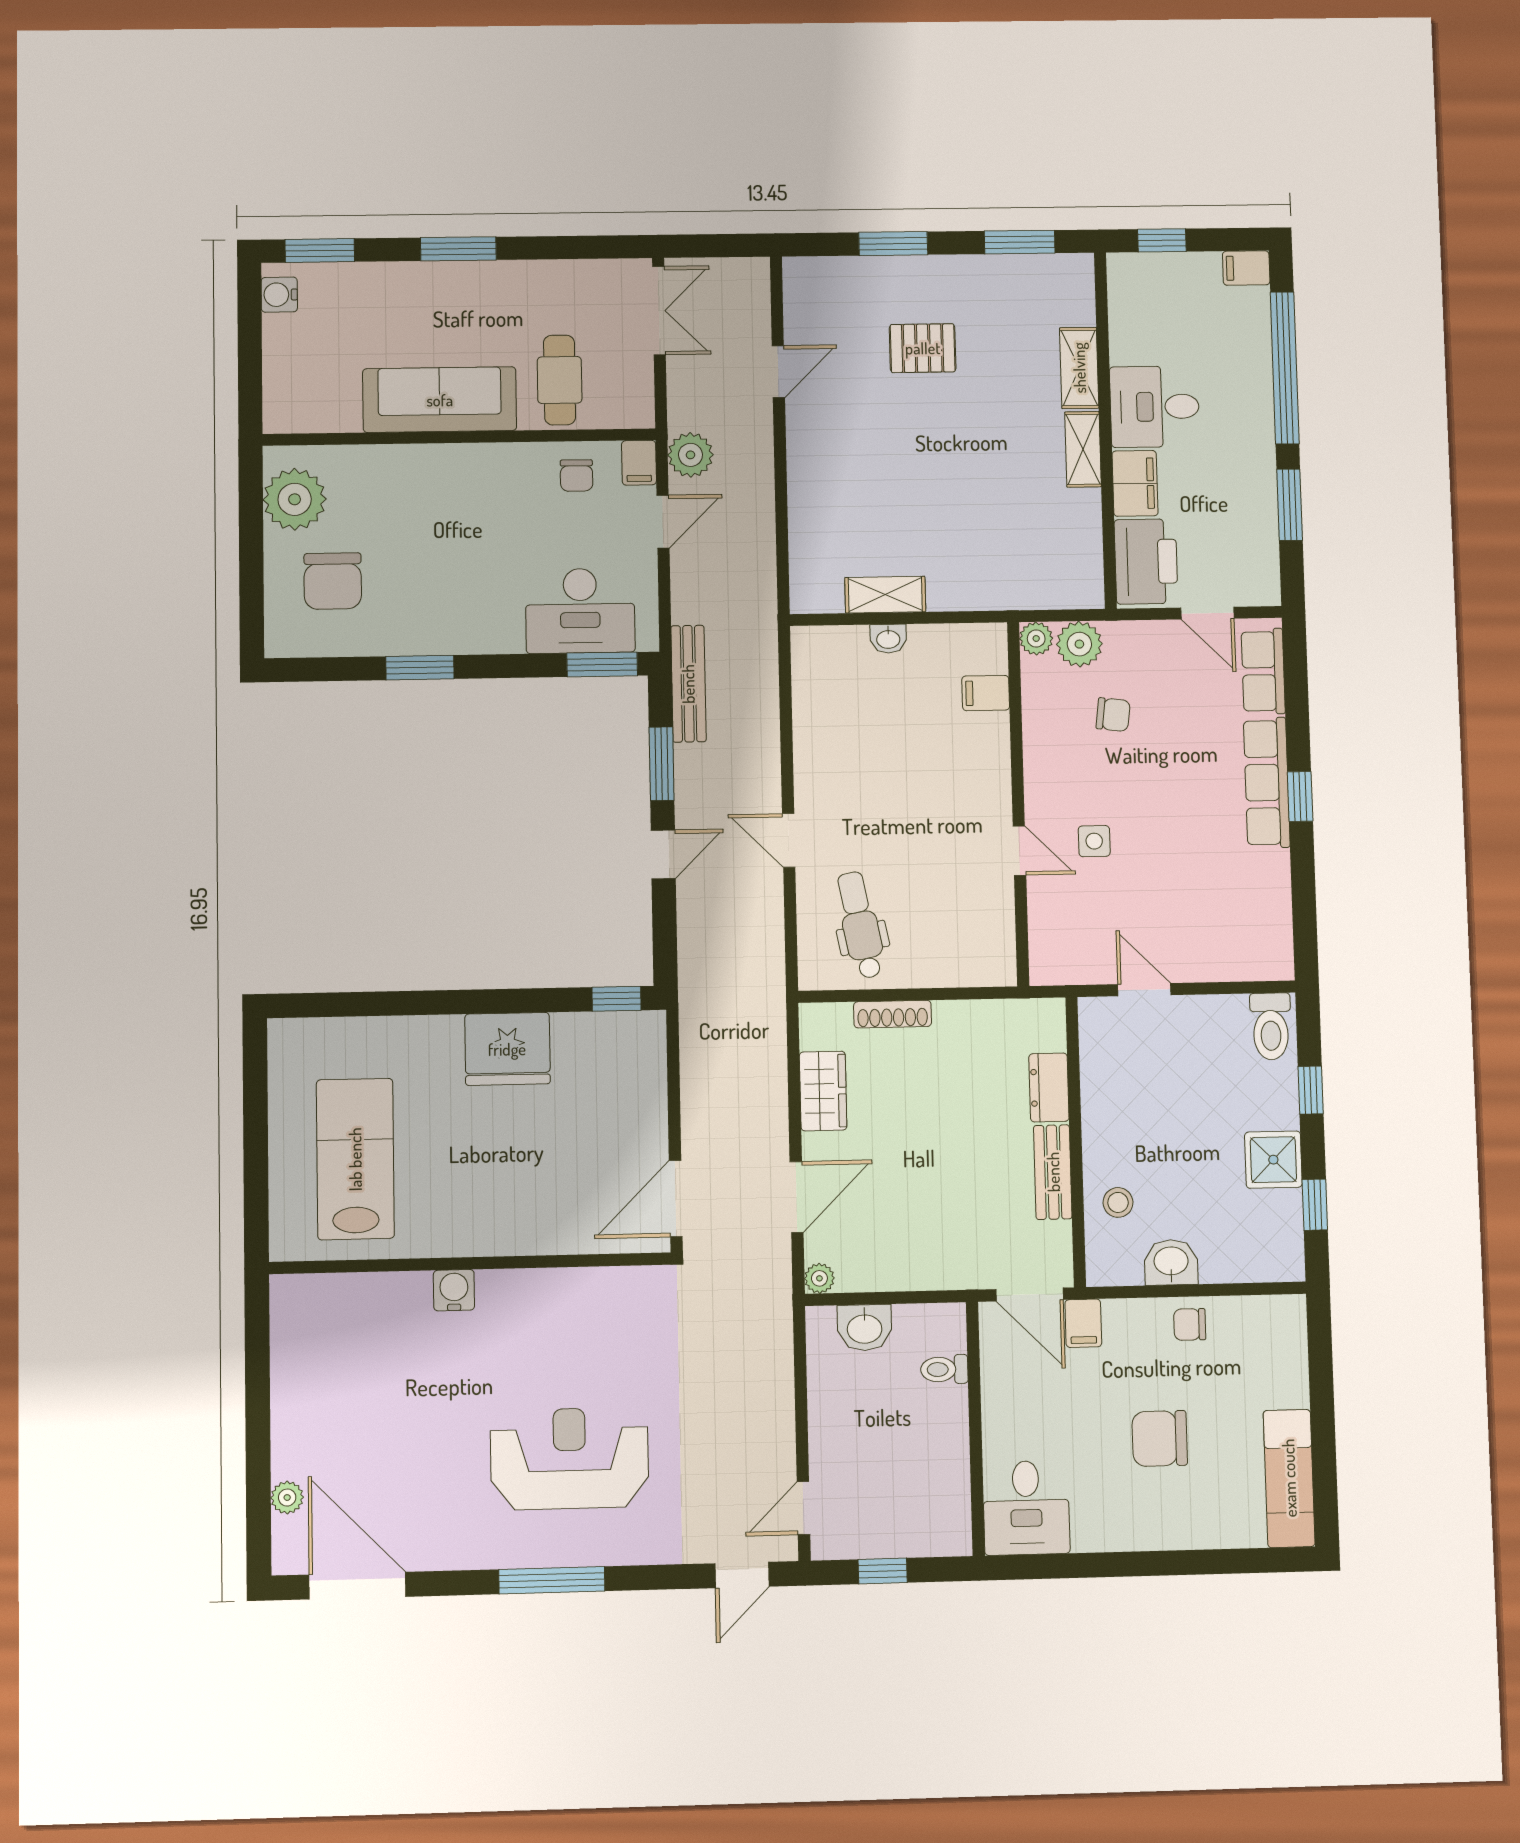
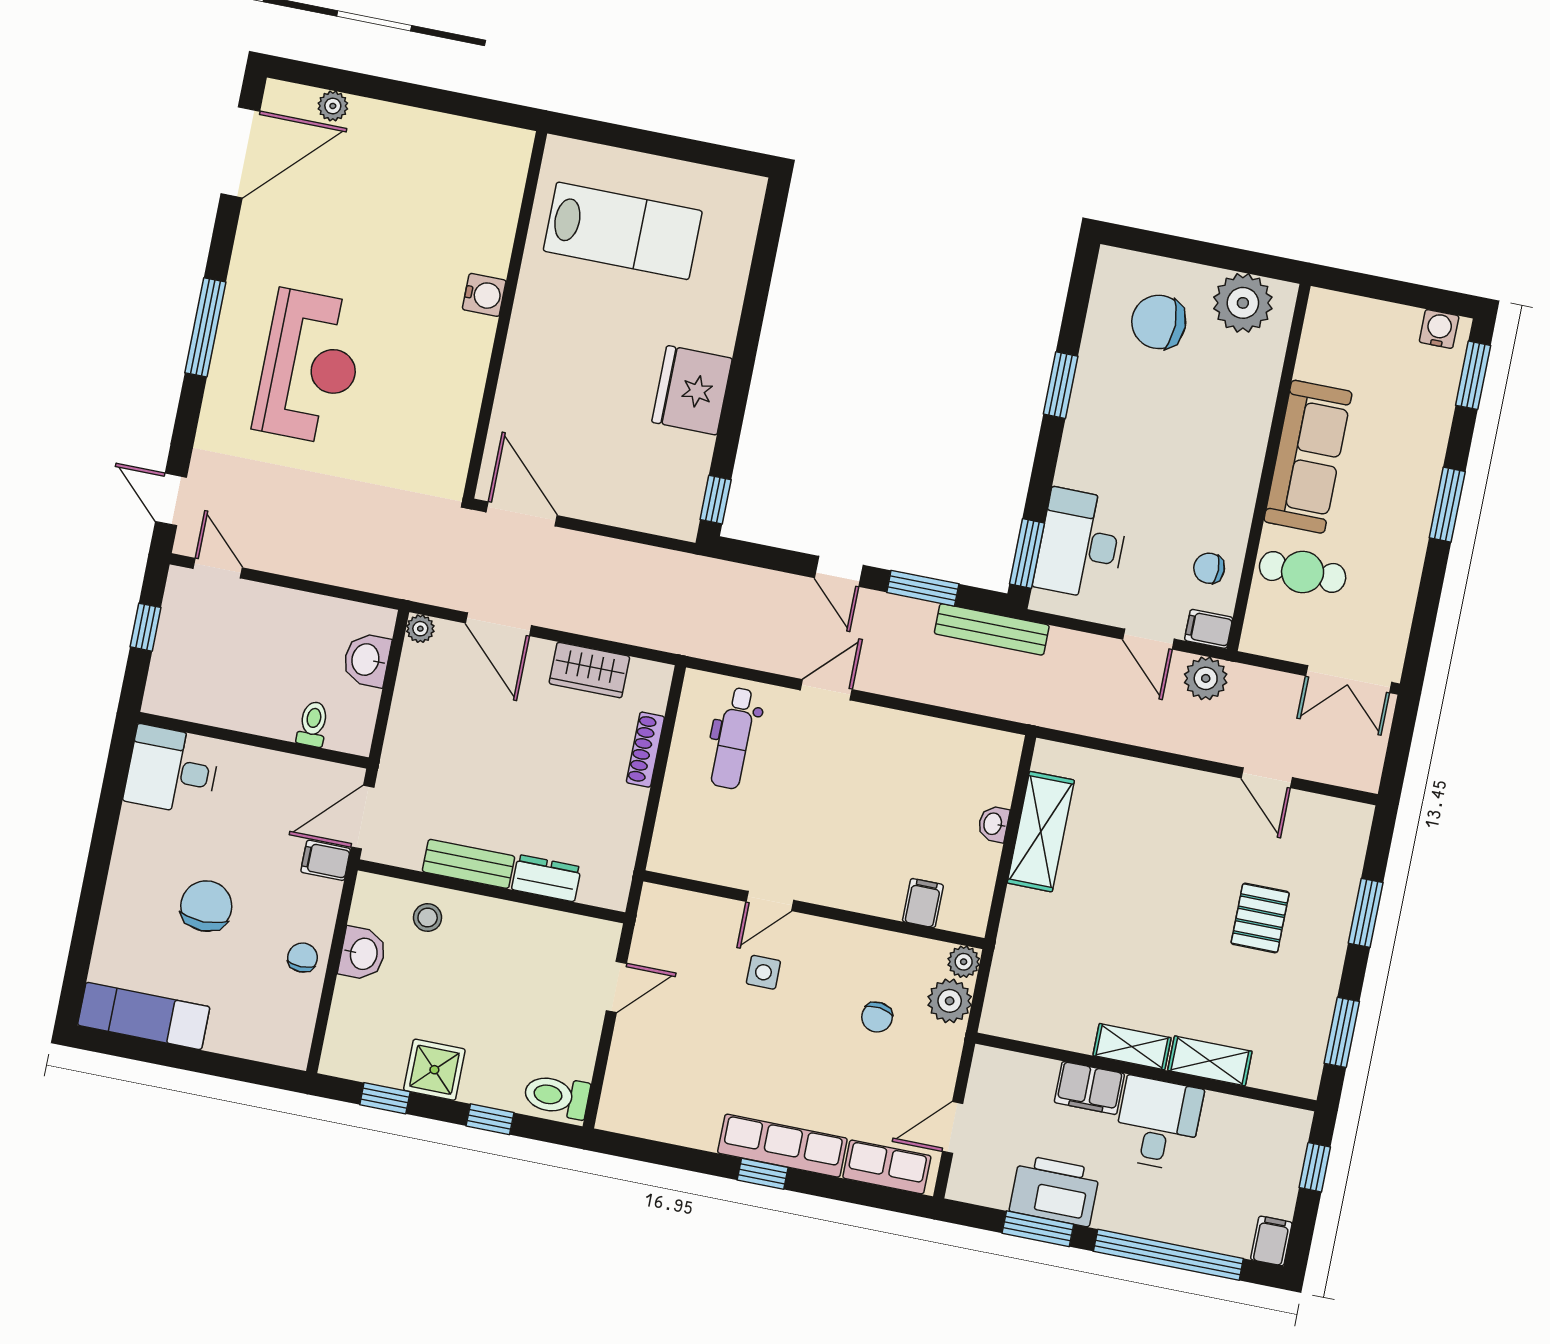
printer: (1146, 562) -> (1055, 1191), moved, turned 180
shelving: (885, 595) -> (1041, 832), width x1.50, depth x1.33
dental chair: (860, 925) -> (734, 738), turned 101

